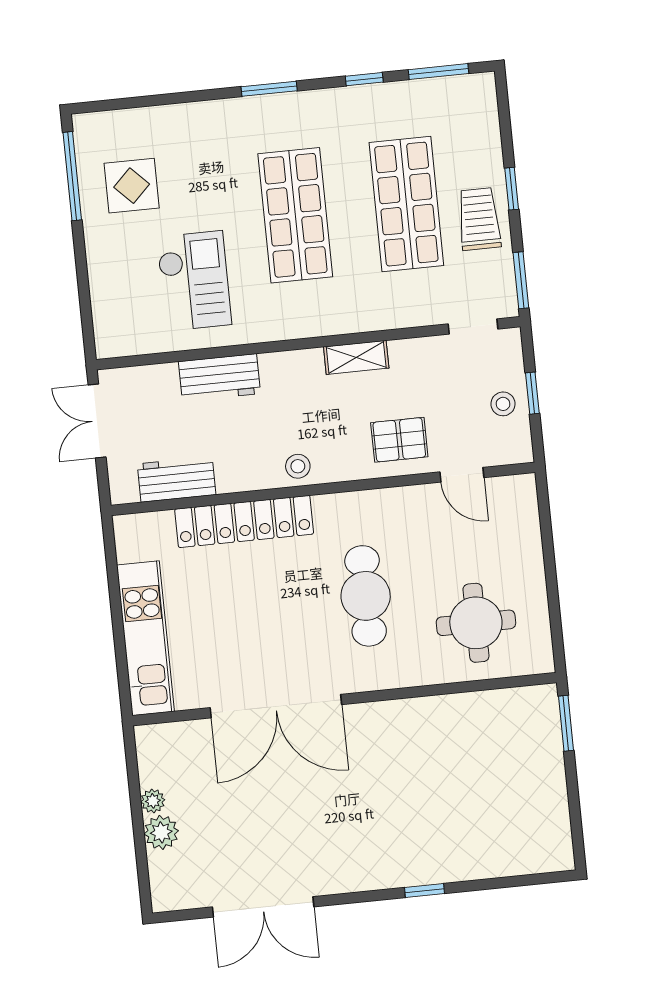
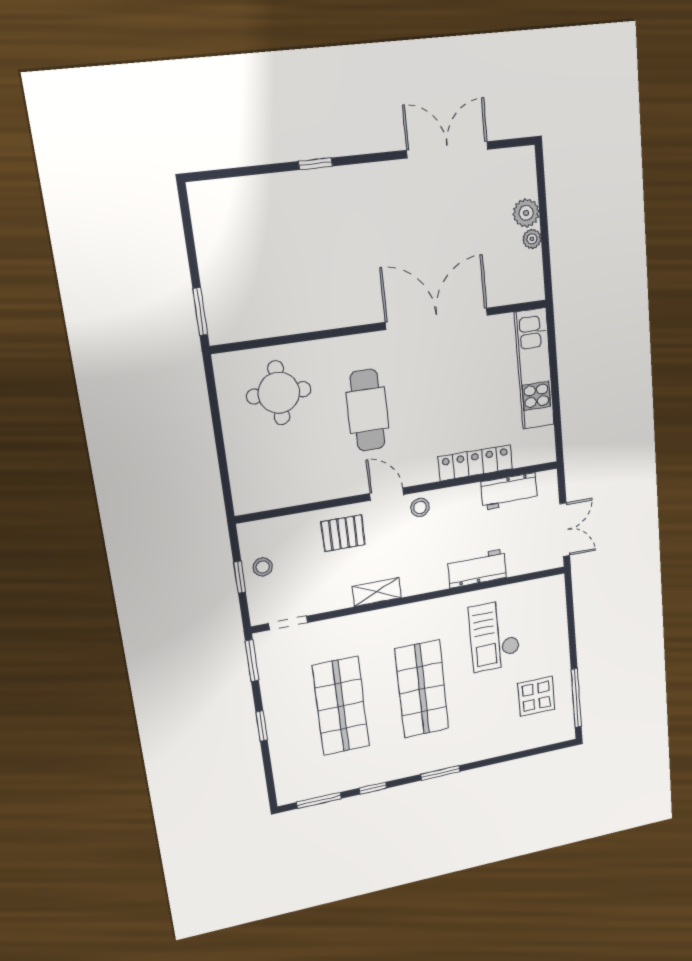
trolley: (479, 219) -> (286, 701), removed
door: (462, 475) -> (387, 494), moved
locker: (244, 521) -> (475, 463), width x0.71, depth x0.83

